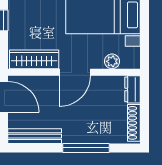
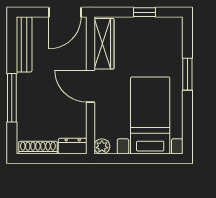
plant: (112, 61) -> (102, 146), moved

